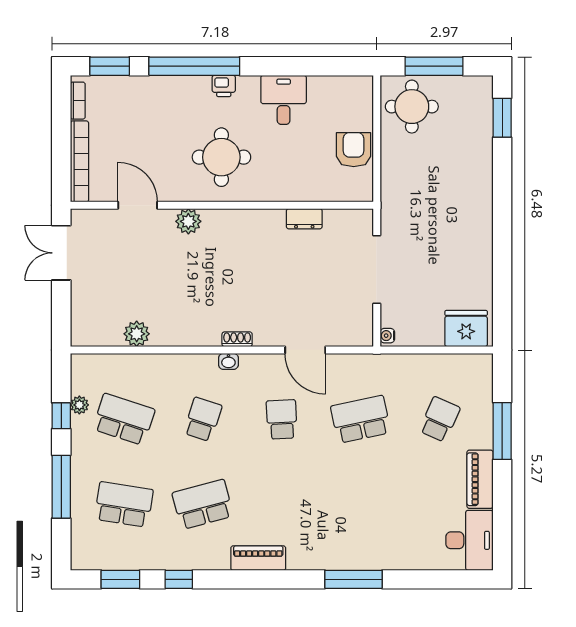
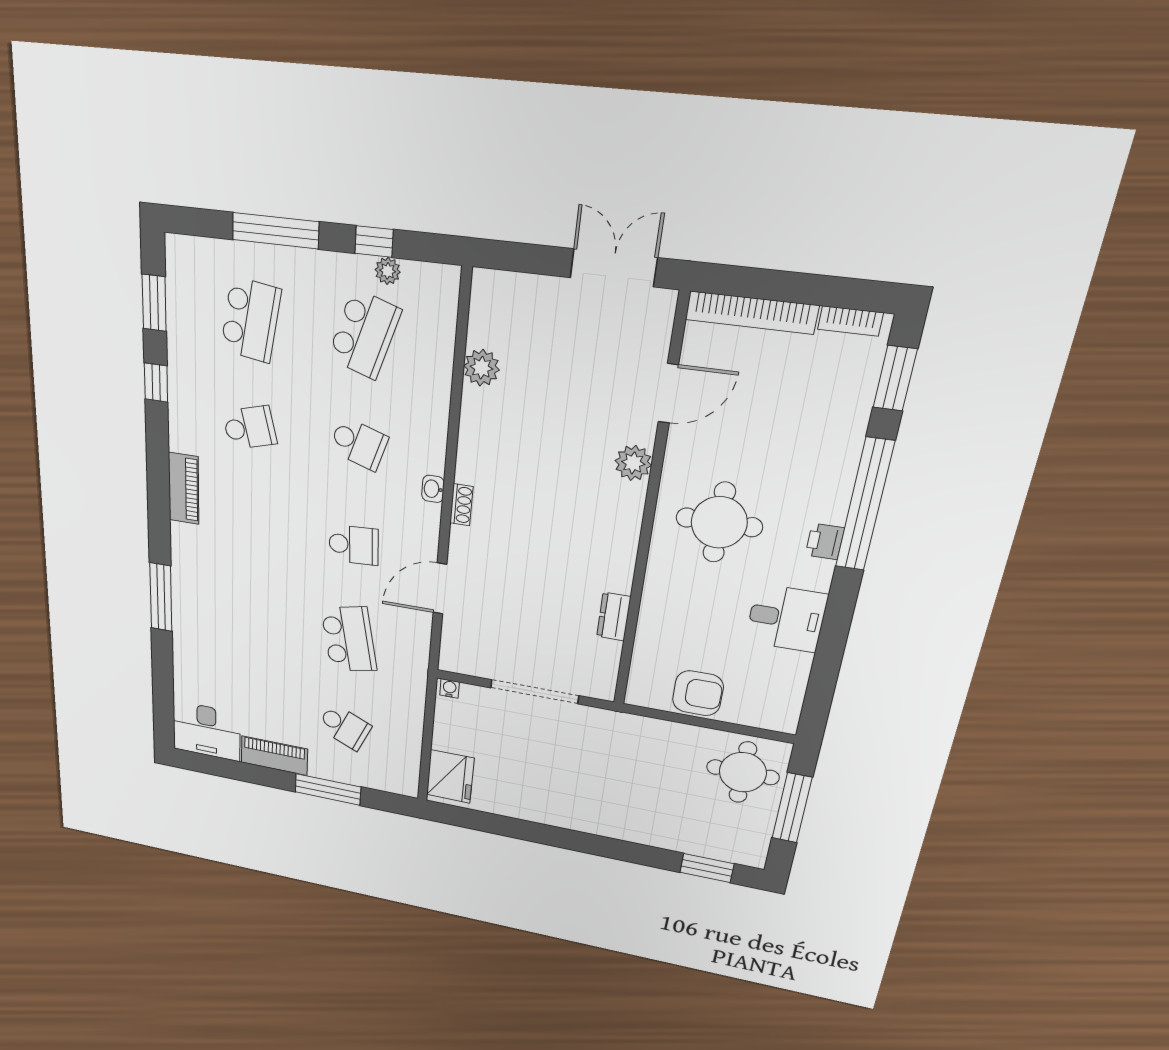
school desk: (203, 504) -> (250, 428), width x0.54

